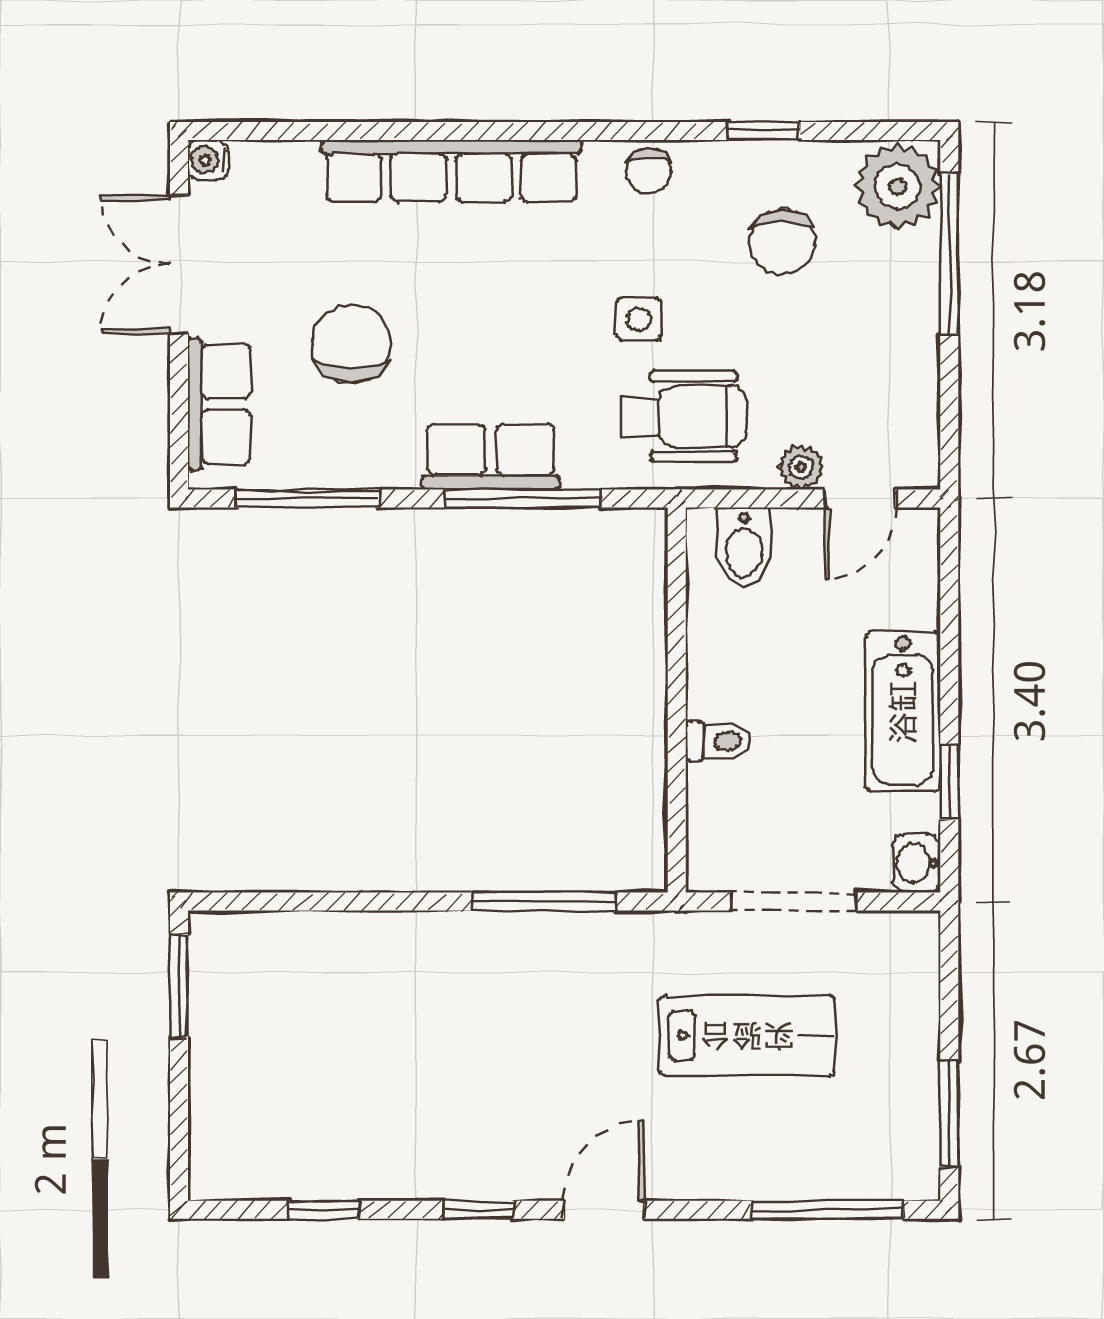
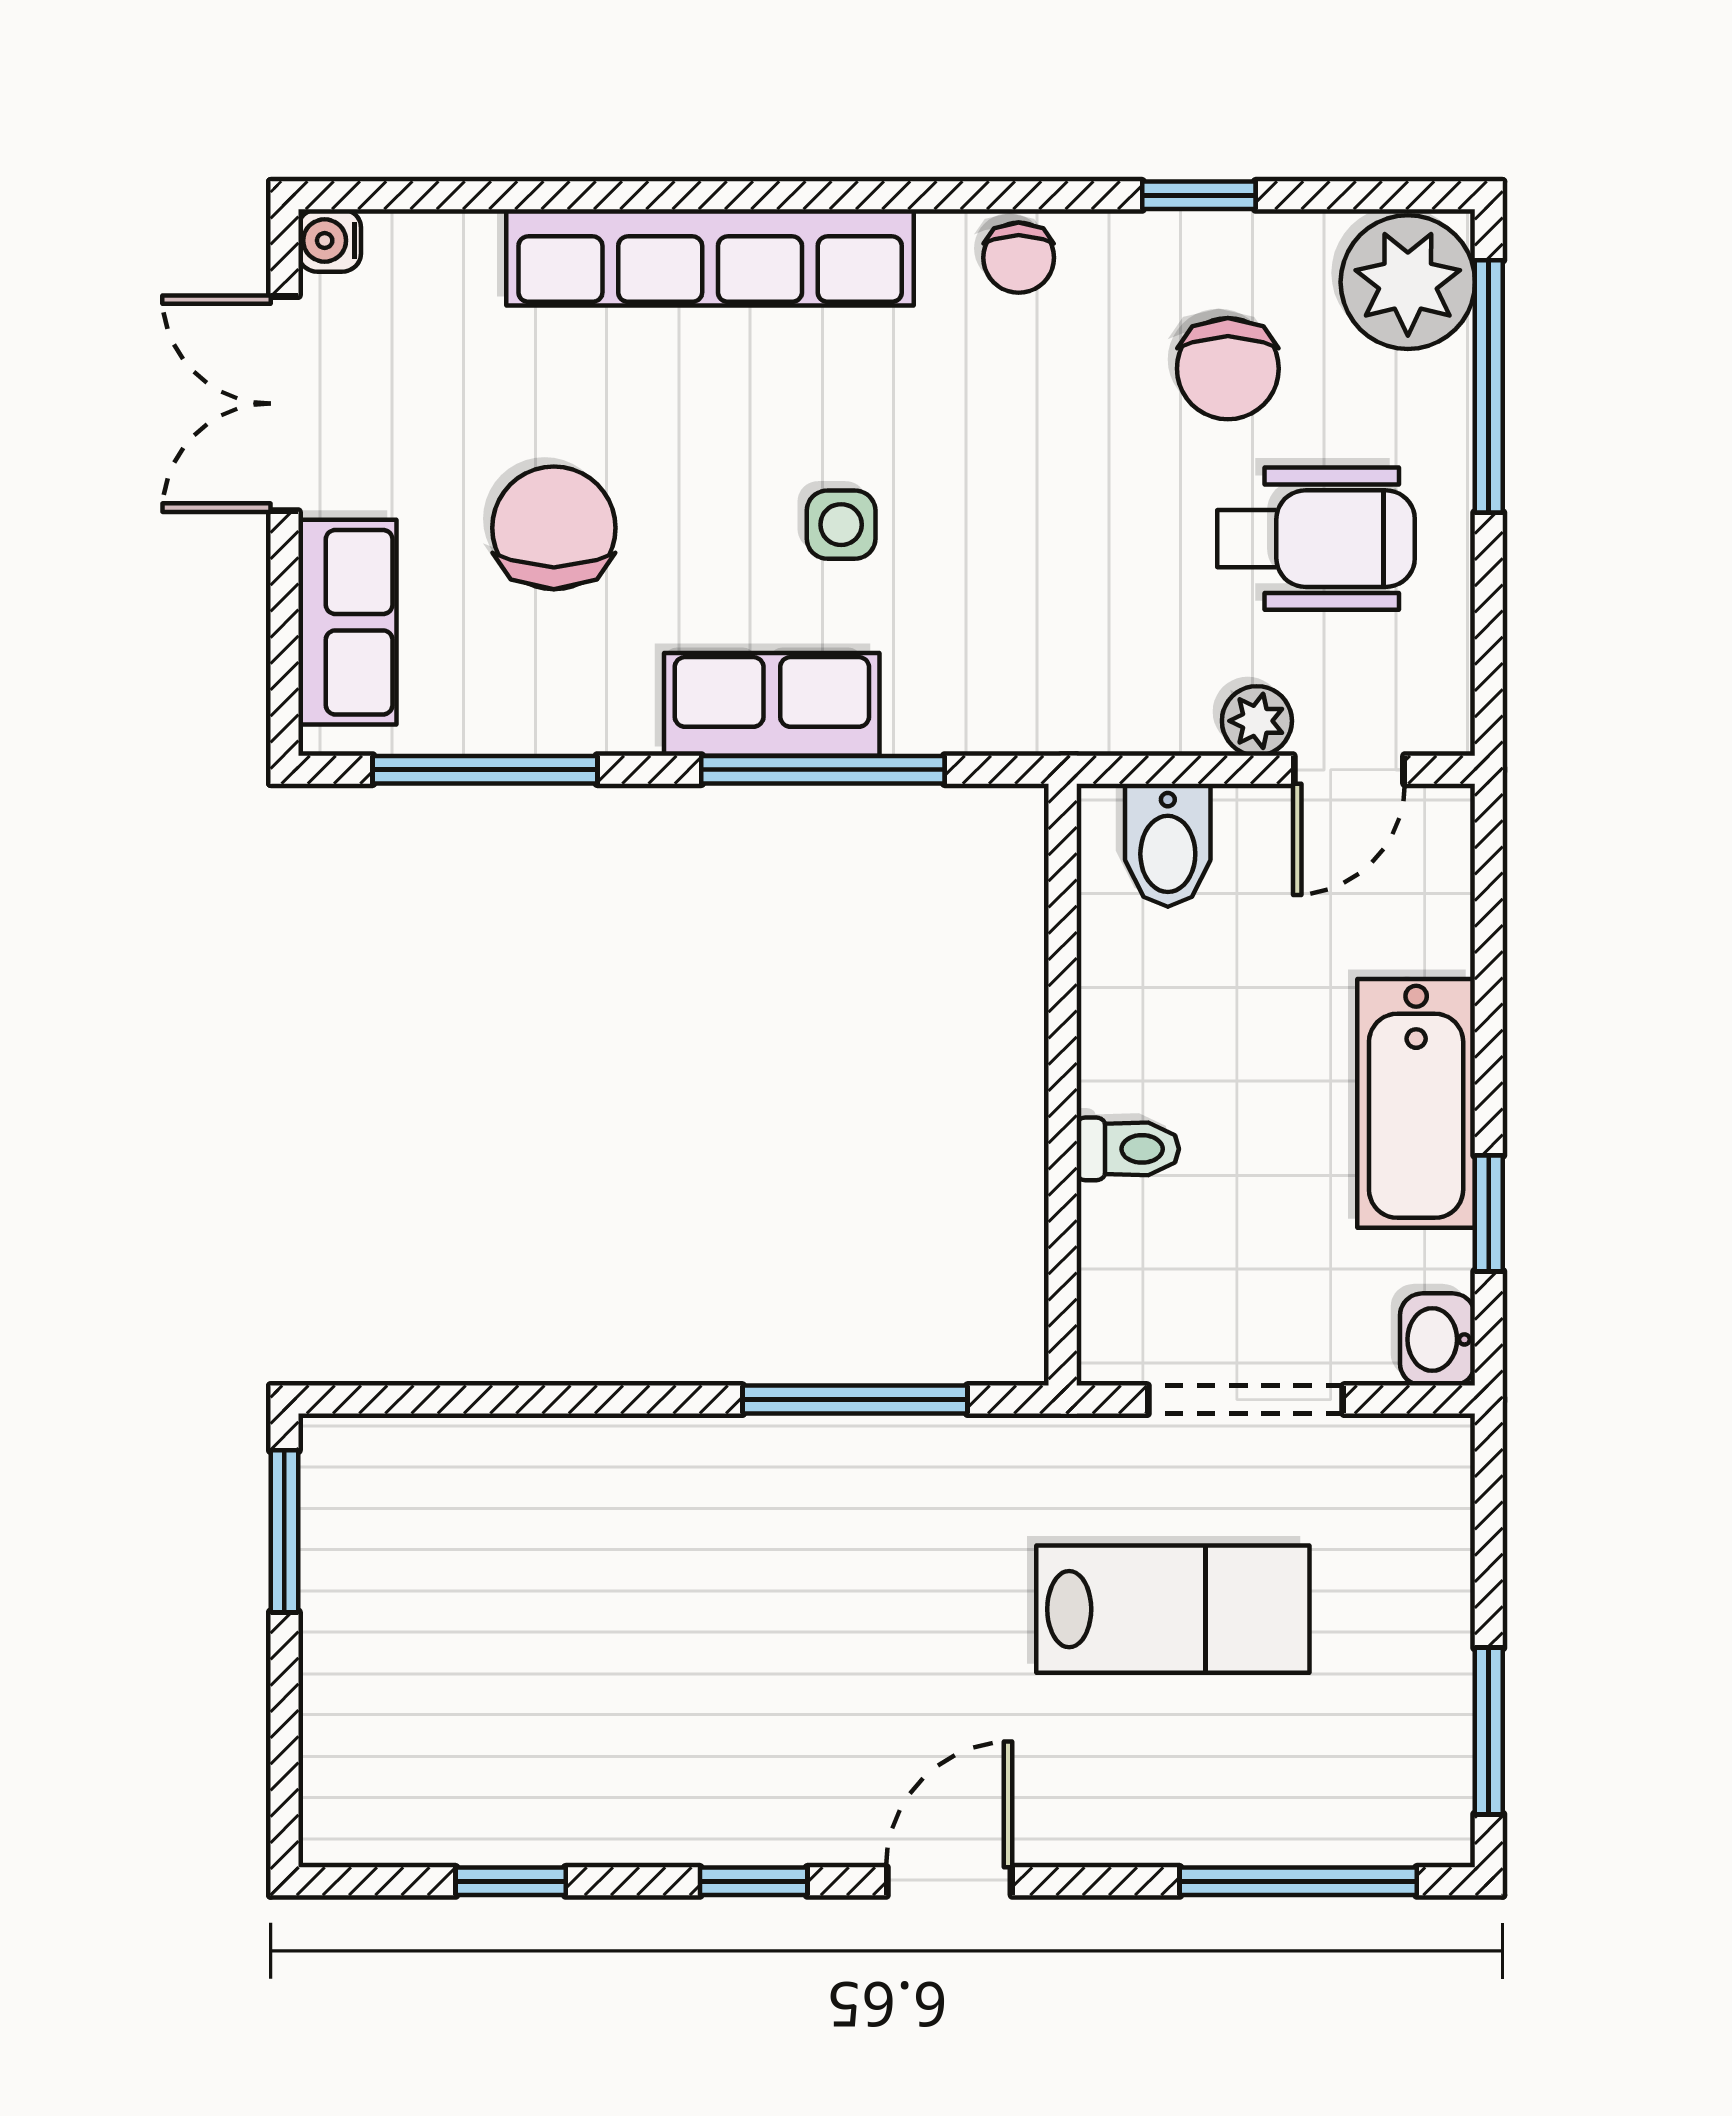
side table: (639, 319) -> (841, 525), moved
wheelchair: (684, 417) -> (1316, 539), moved

